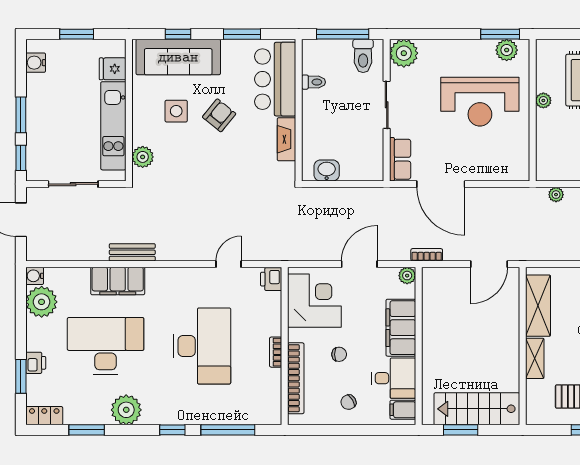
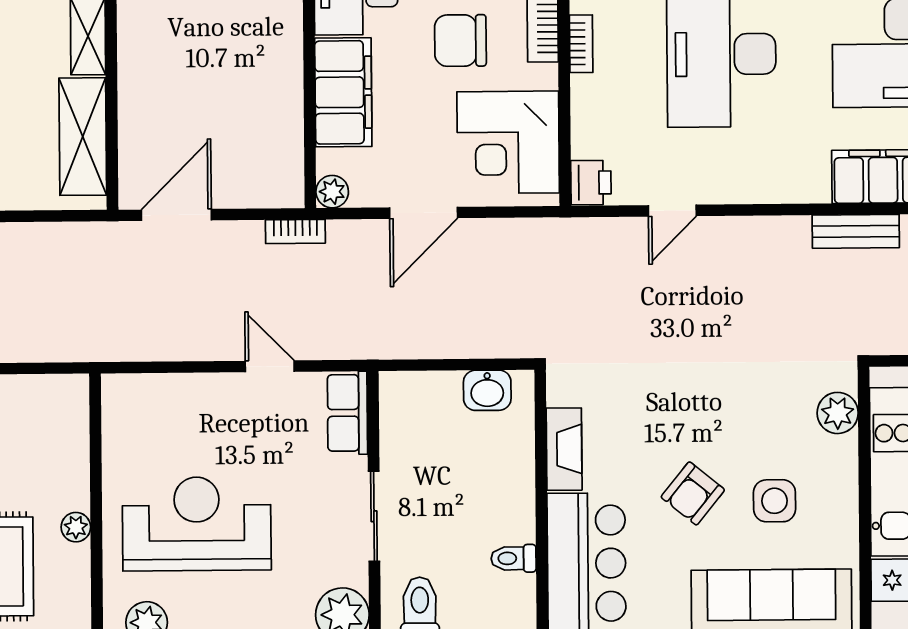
door: (441, 184) -> (270, 366), width x0.53
plant: (556, 195) -> (50, 348), removed
chair: (339, 354) -> (460, 41), width x1.87, depth x1.87

